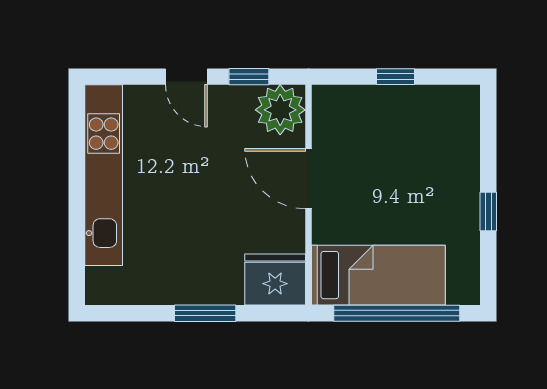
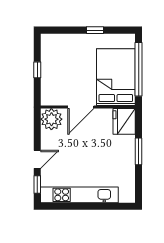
window: (249, 77) -> (37, 184), moved
bed: (378, 275) -> (116, 77), width x1.50

